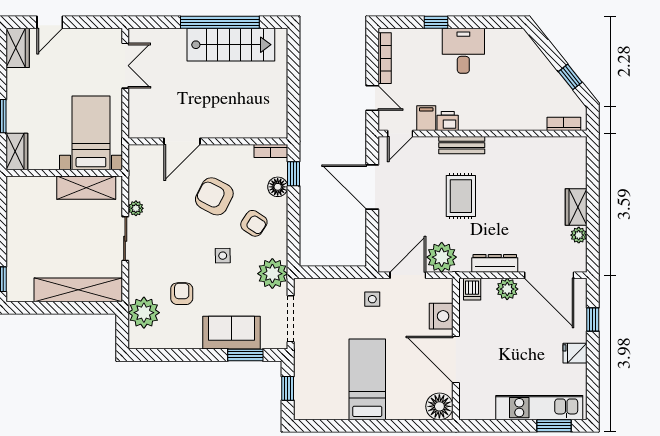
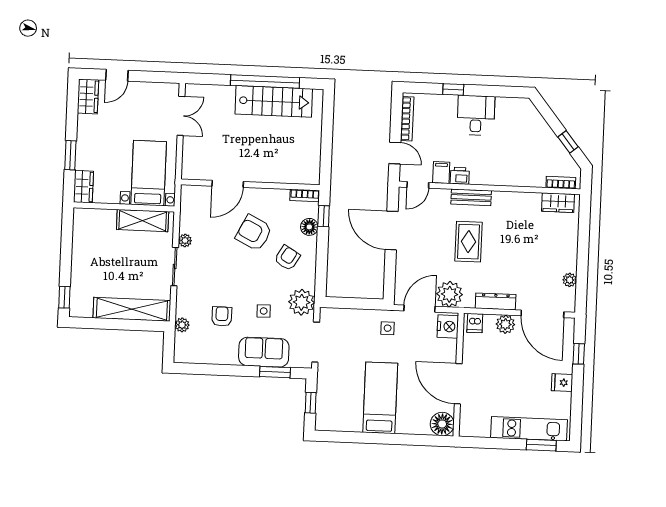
wardrobe: (576, 207) -> (558, 203), moved, turned -90
armchair: (254, 223) -> (287, 258), turned -92
side table: (223, 256) -> (264, 311), moved
plant: (144, 313) -> (182, 325), width x0.53, depth x0.53
nightstand: (441, 316) -> (448, 326), moved

